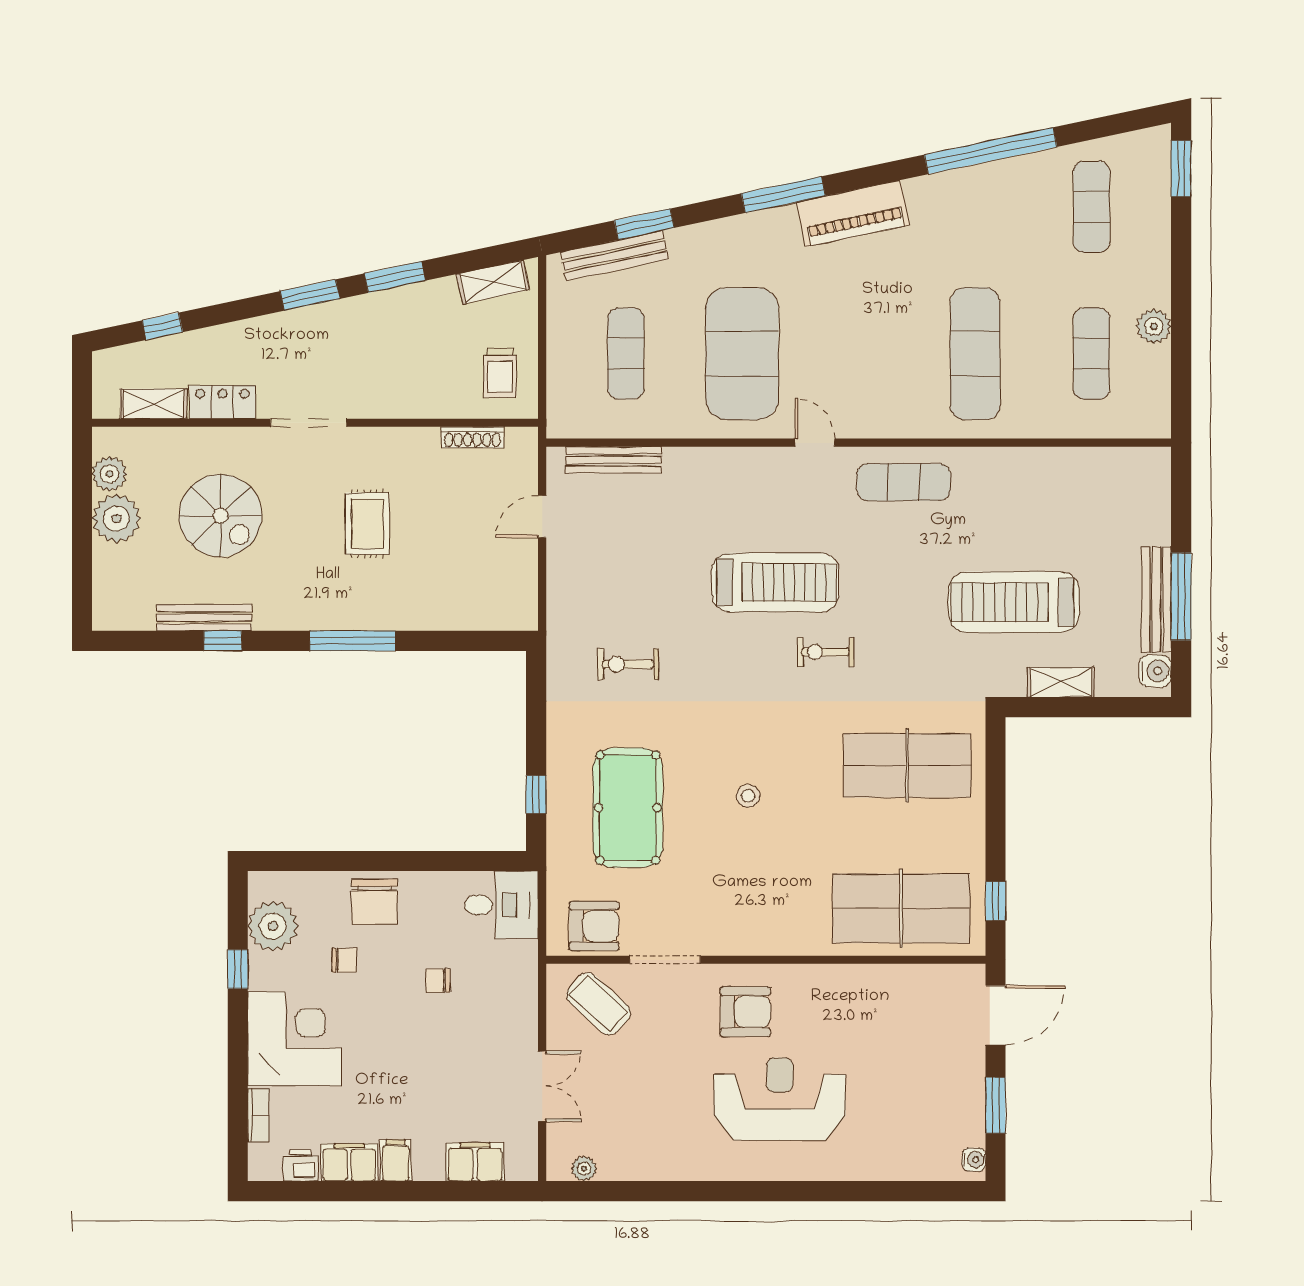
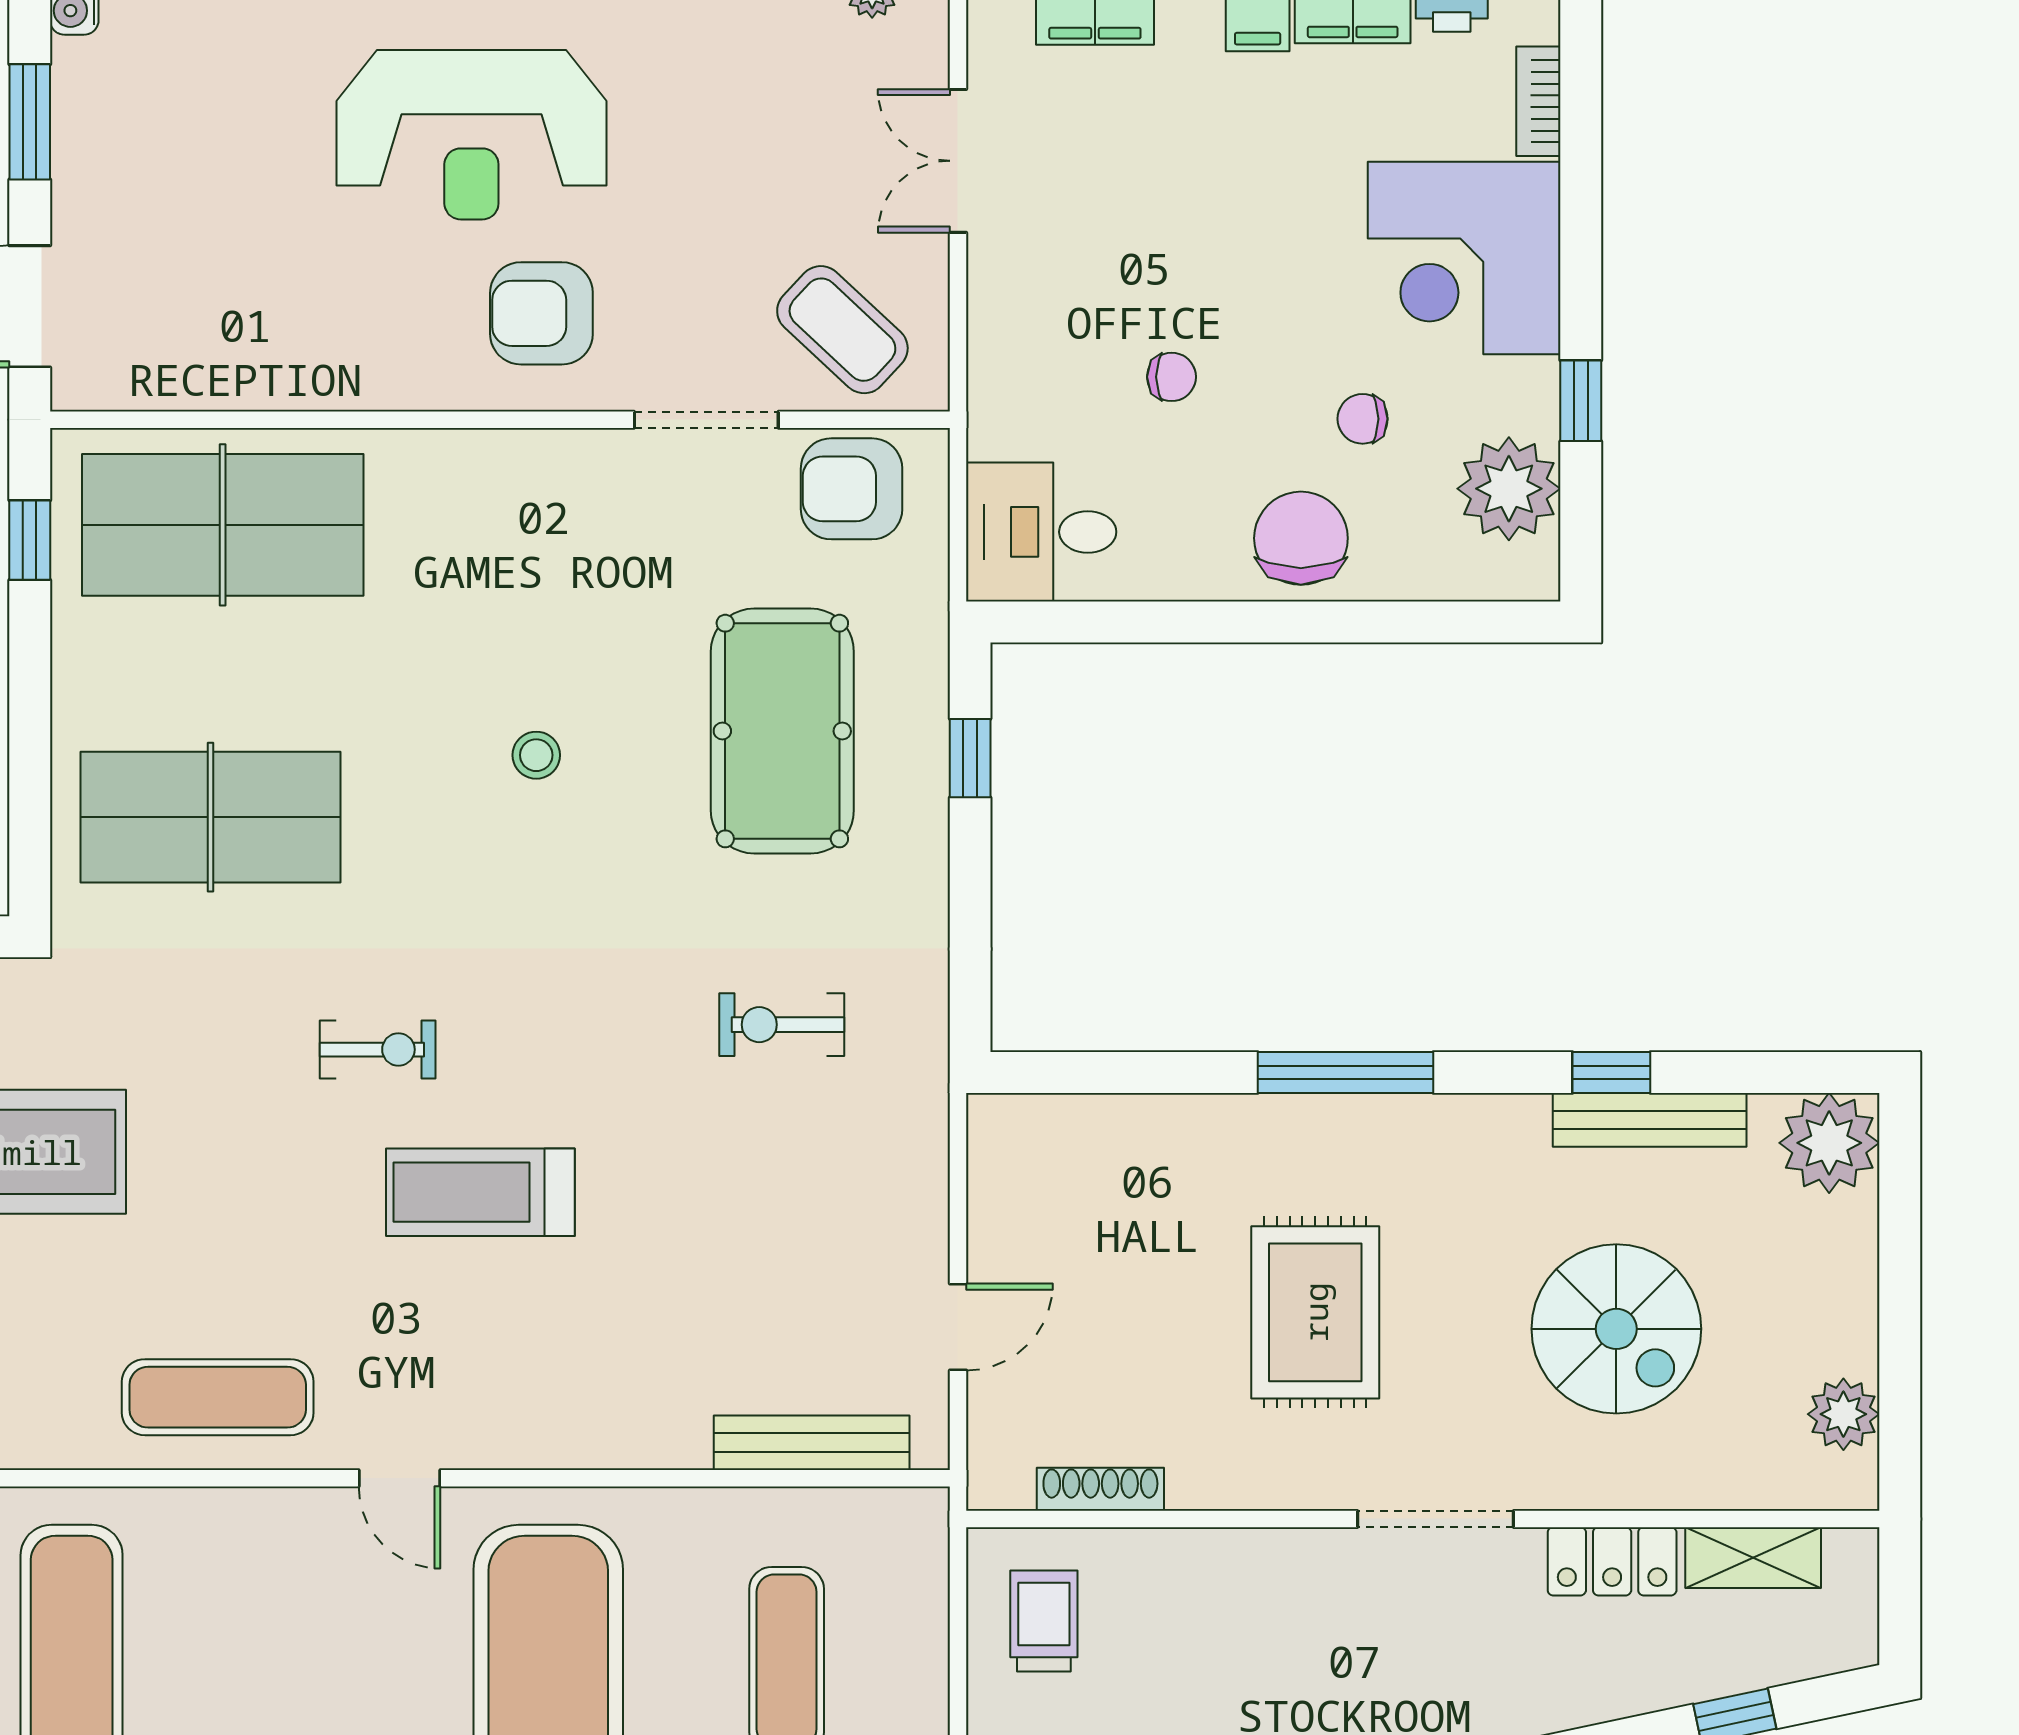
spiral stairs: (220, 516) -> (1616, 1329), turned 180
plant: (116, 519) -> (1829, 1143), moved
rug: (367, 524) -> (1315, 1312), width x1.36, depth x1.43
treadmill: (775, 582) -> (480, 1192), width x0.73, depth x0.73
exercise bike: (628, 664) -> (782, 1025), turned 180

